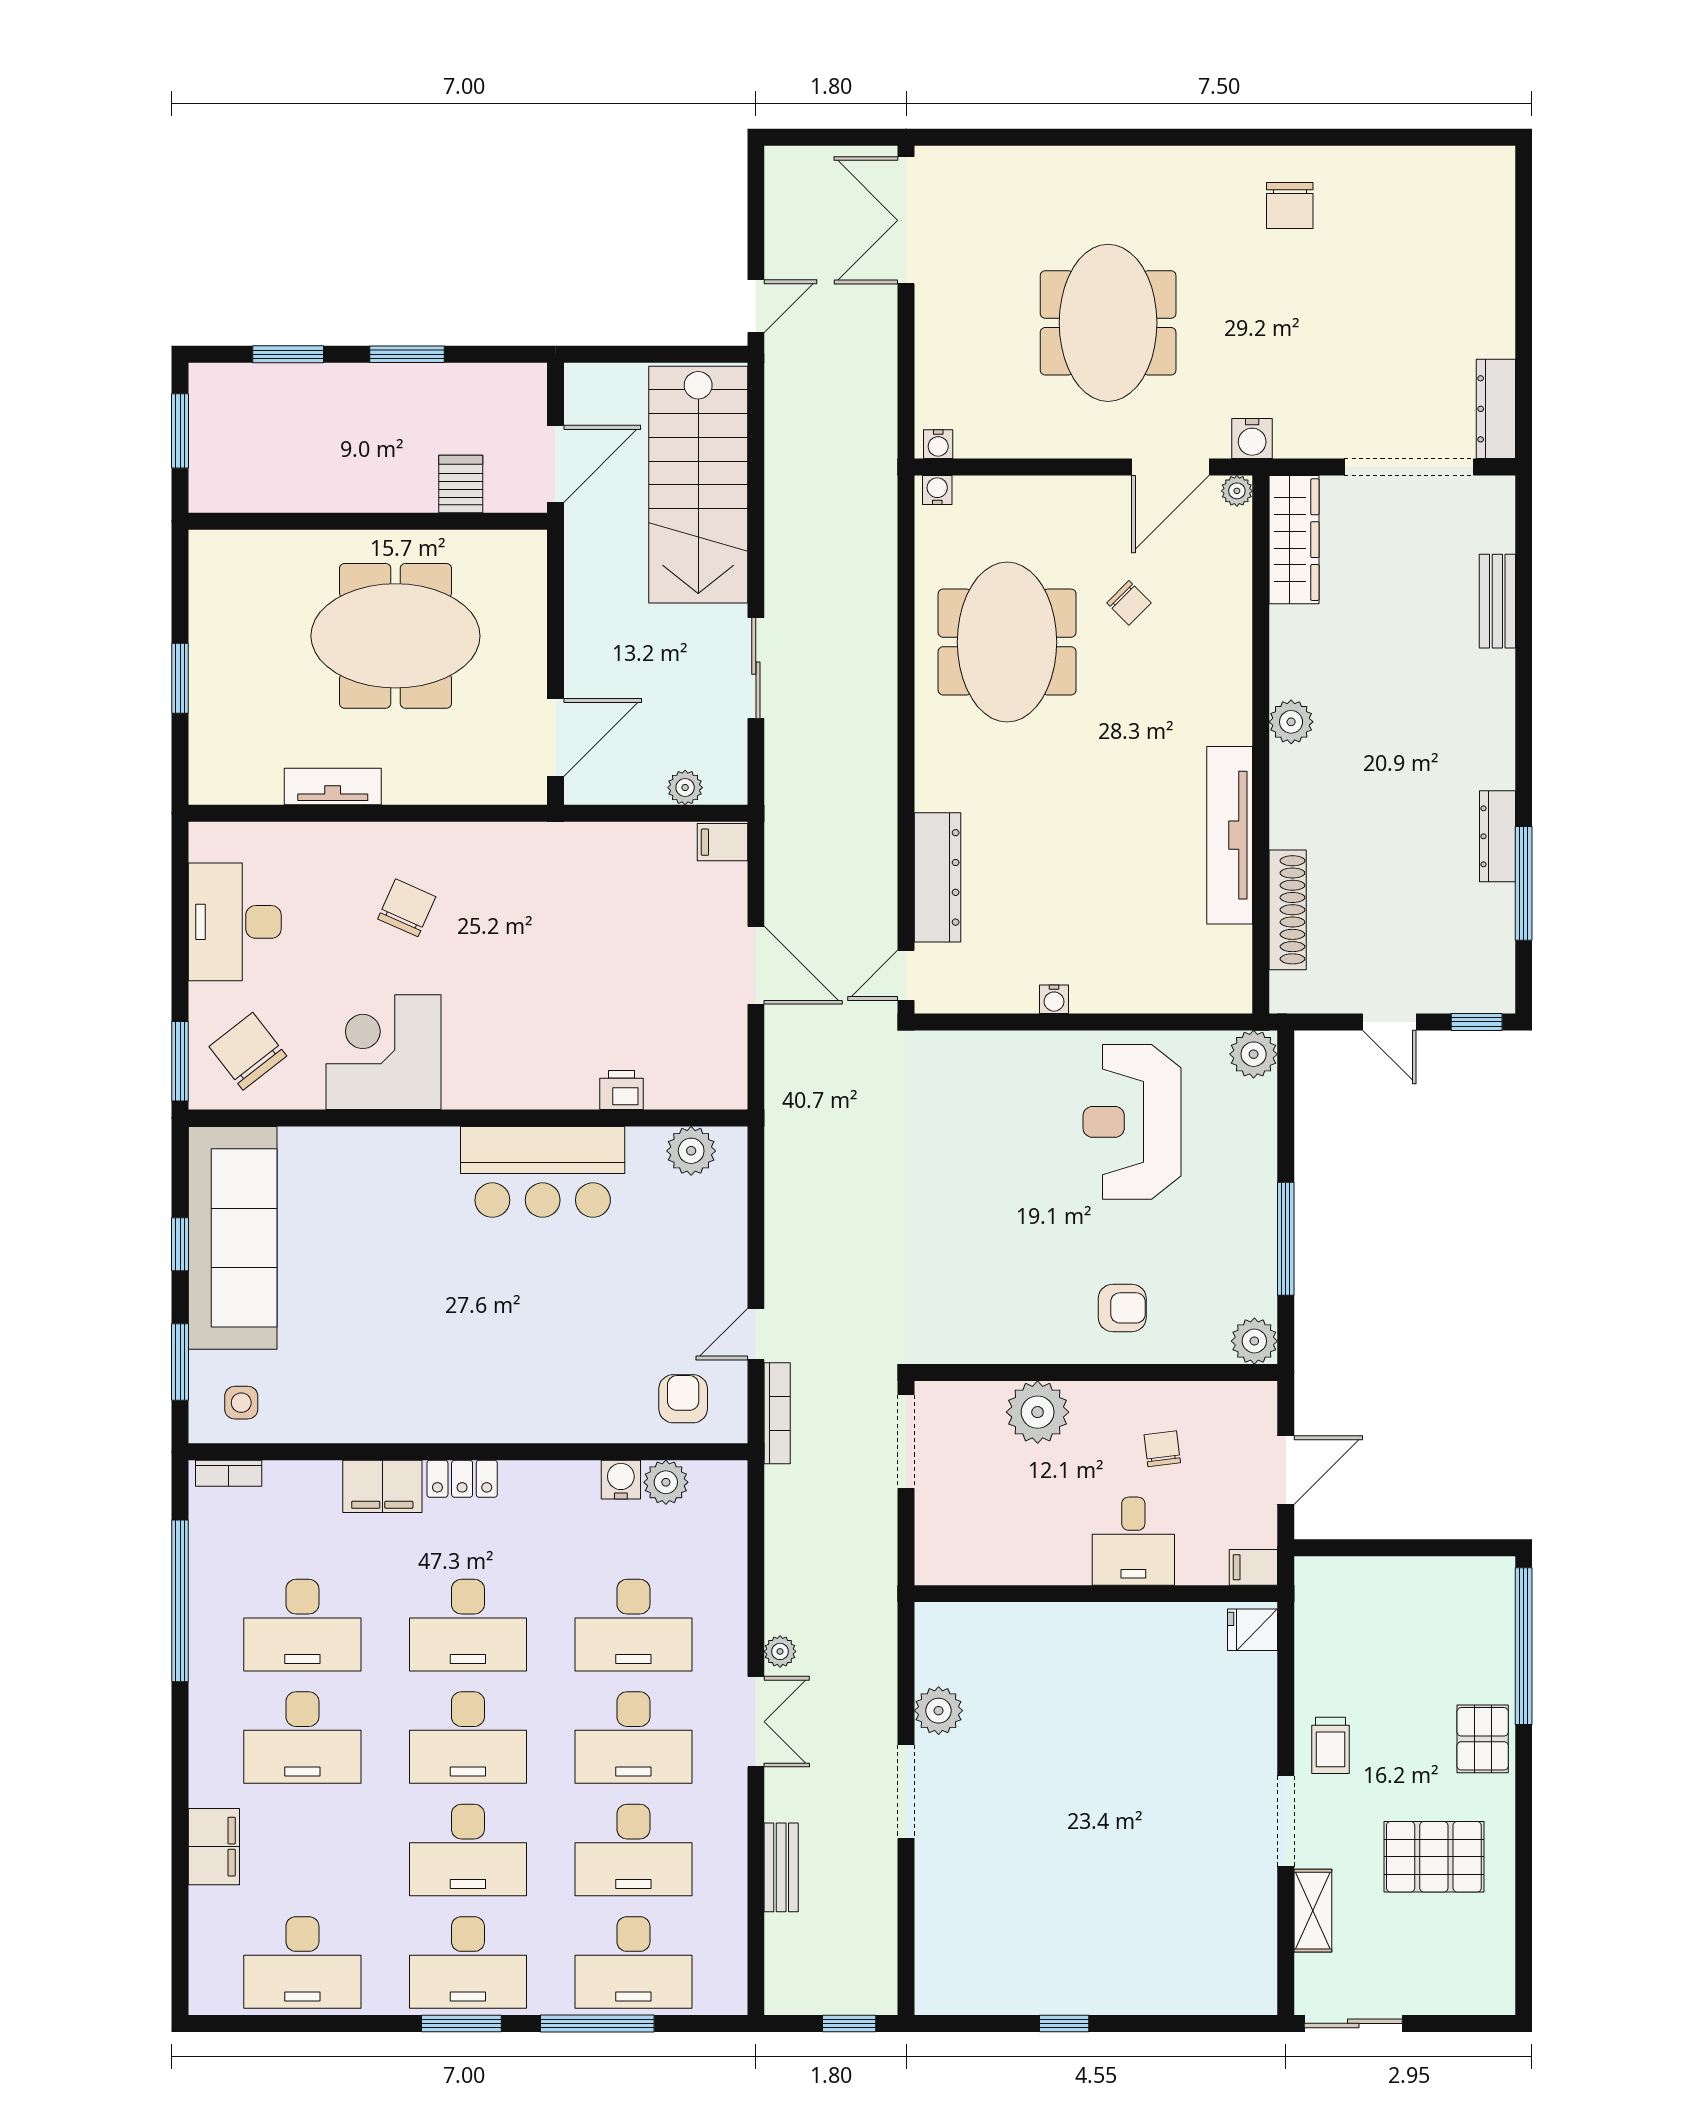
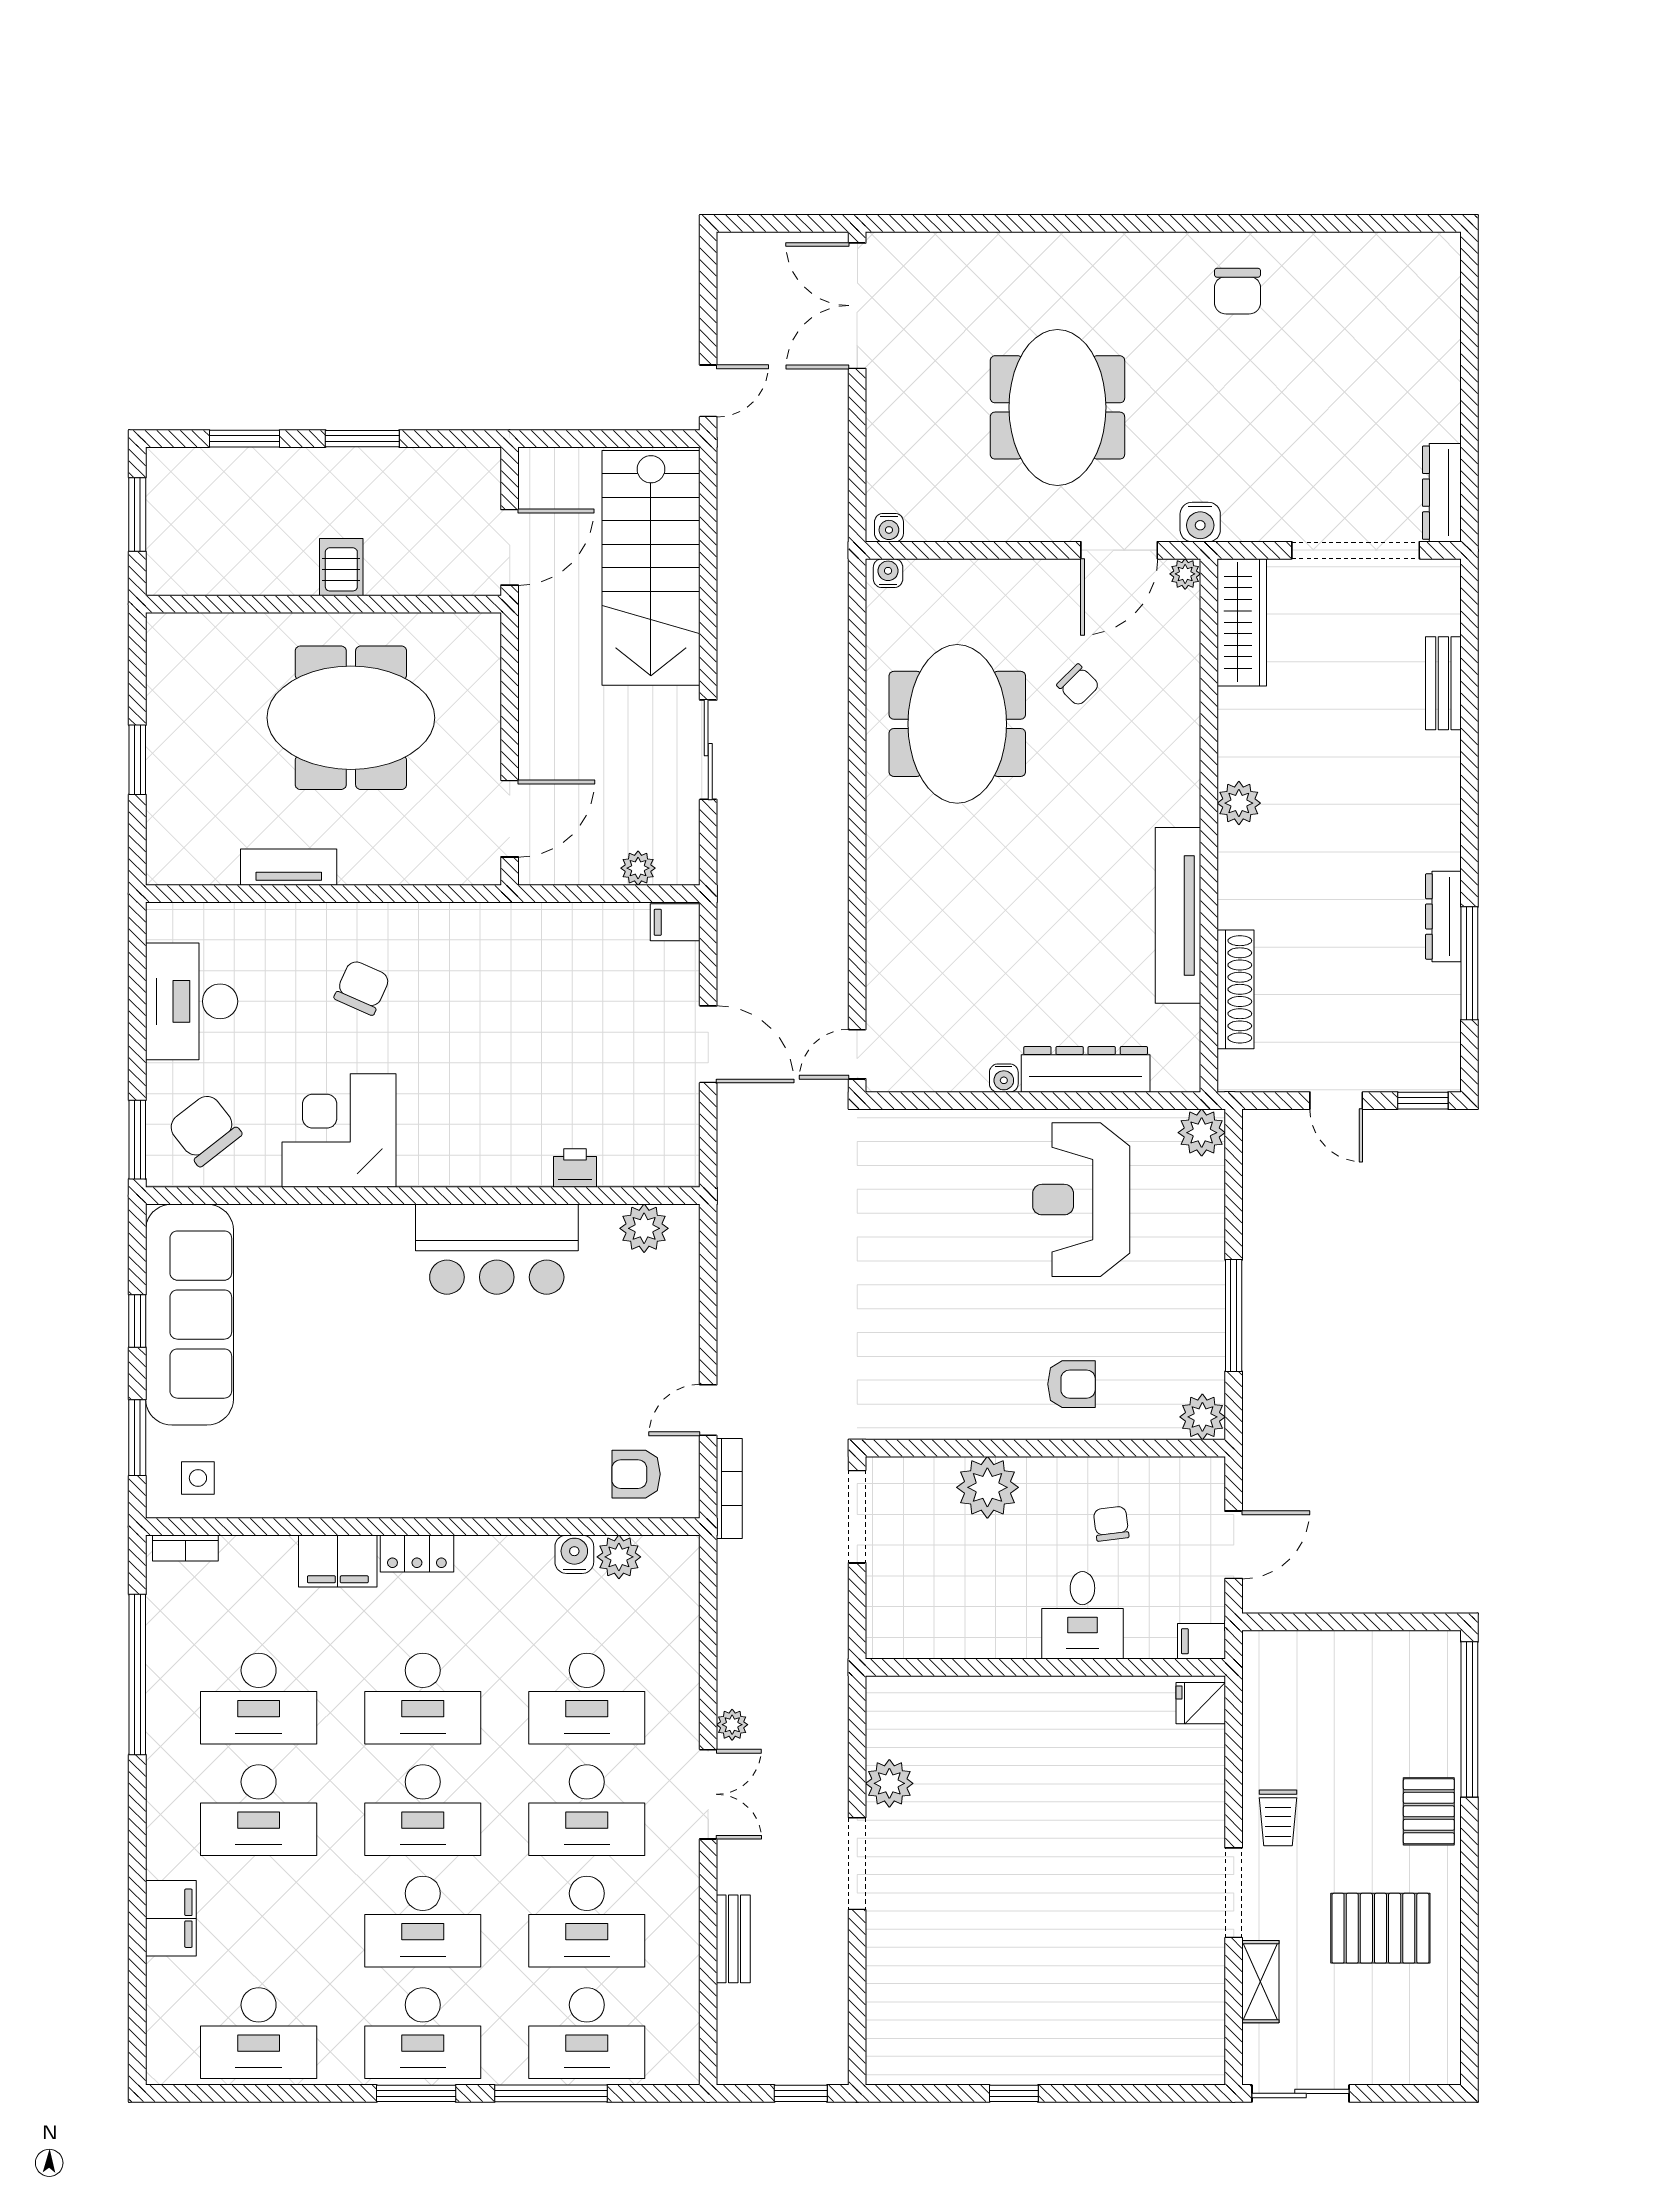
server rack: (461, 484) -> (341, 567), moved
dresser: (938, 877) -> (1086, 1069), moved, turned -90
armchair: (683, 1399) -> (636, 1474), turned -90

